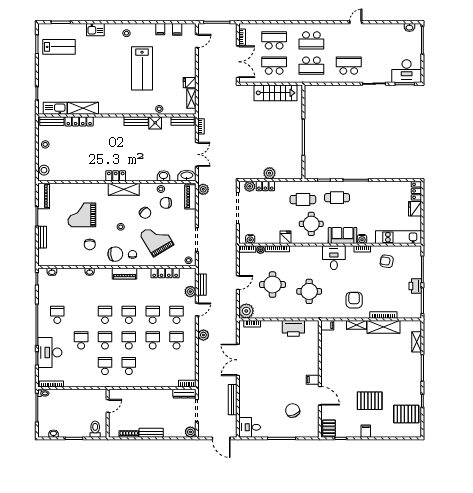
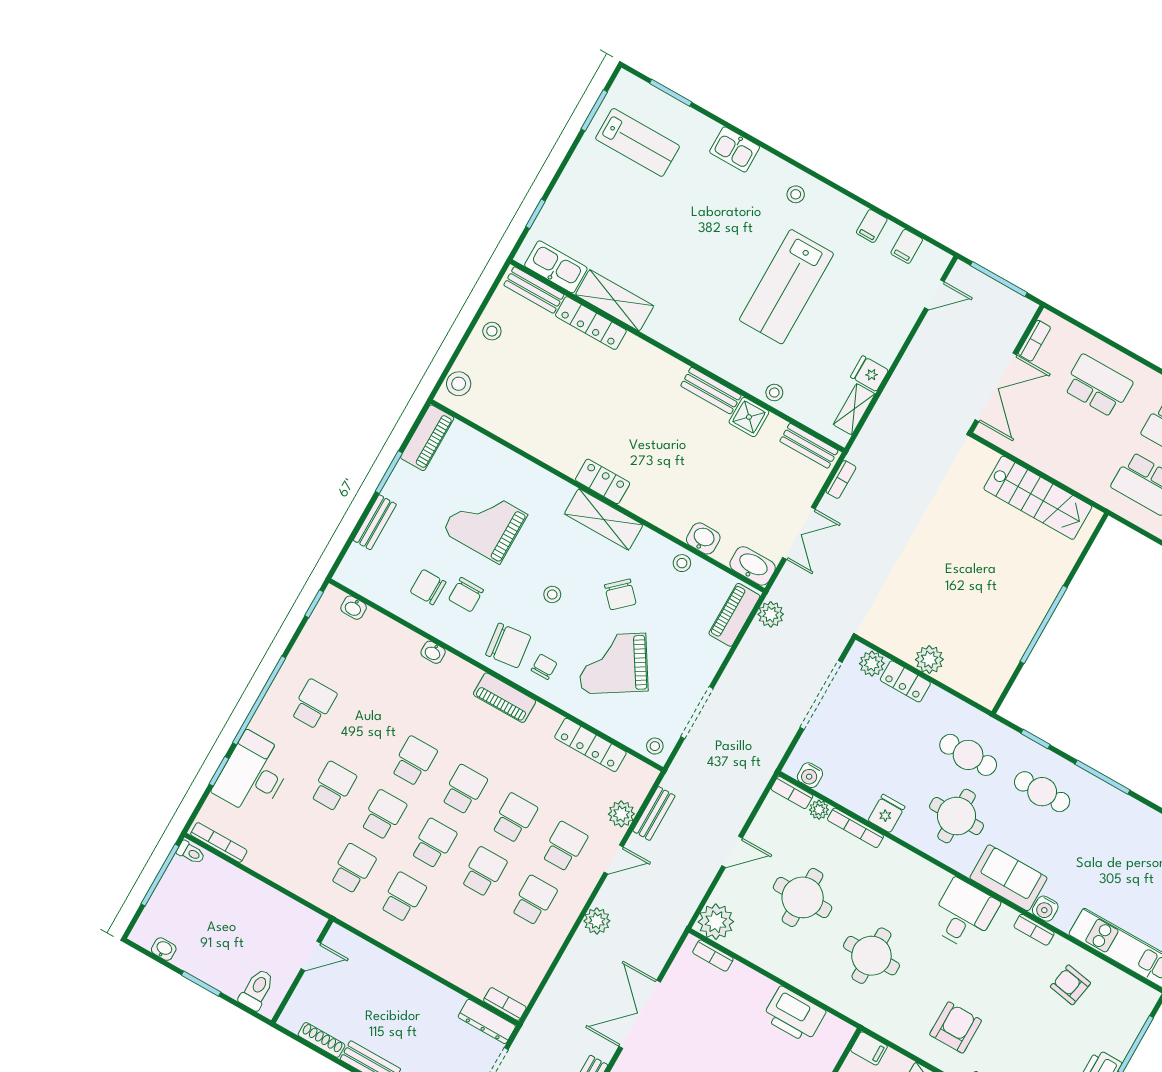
school desk: (274, 66) -> (1068, 439), removed
chair: (166, 203) -> (428, 587), moved
grand piano: (157, 239) -> (613, 663), turned -91

